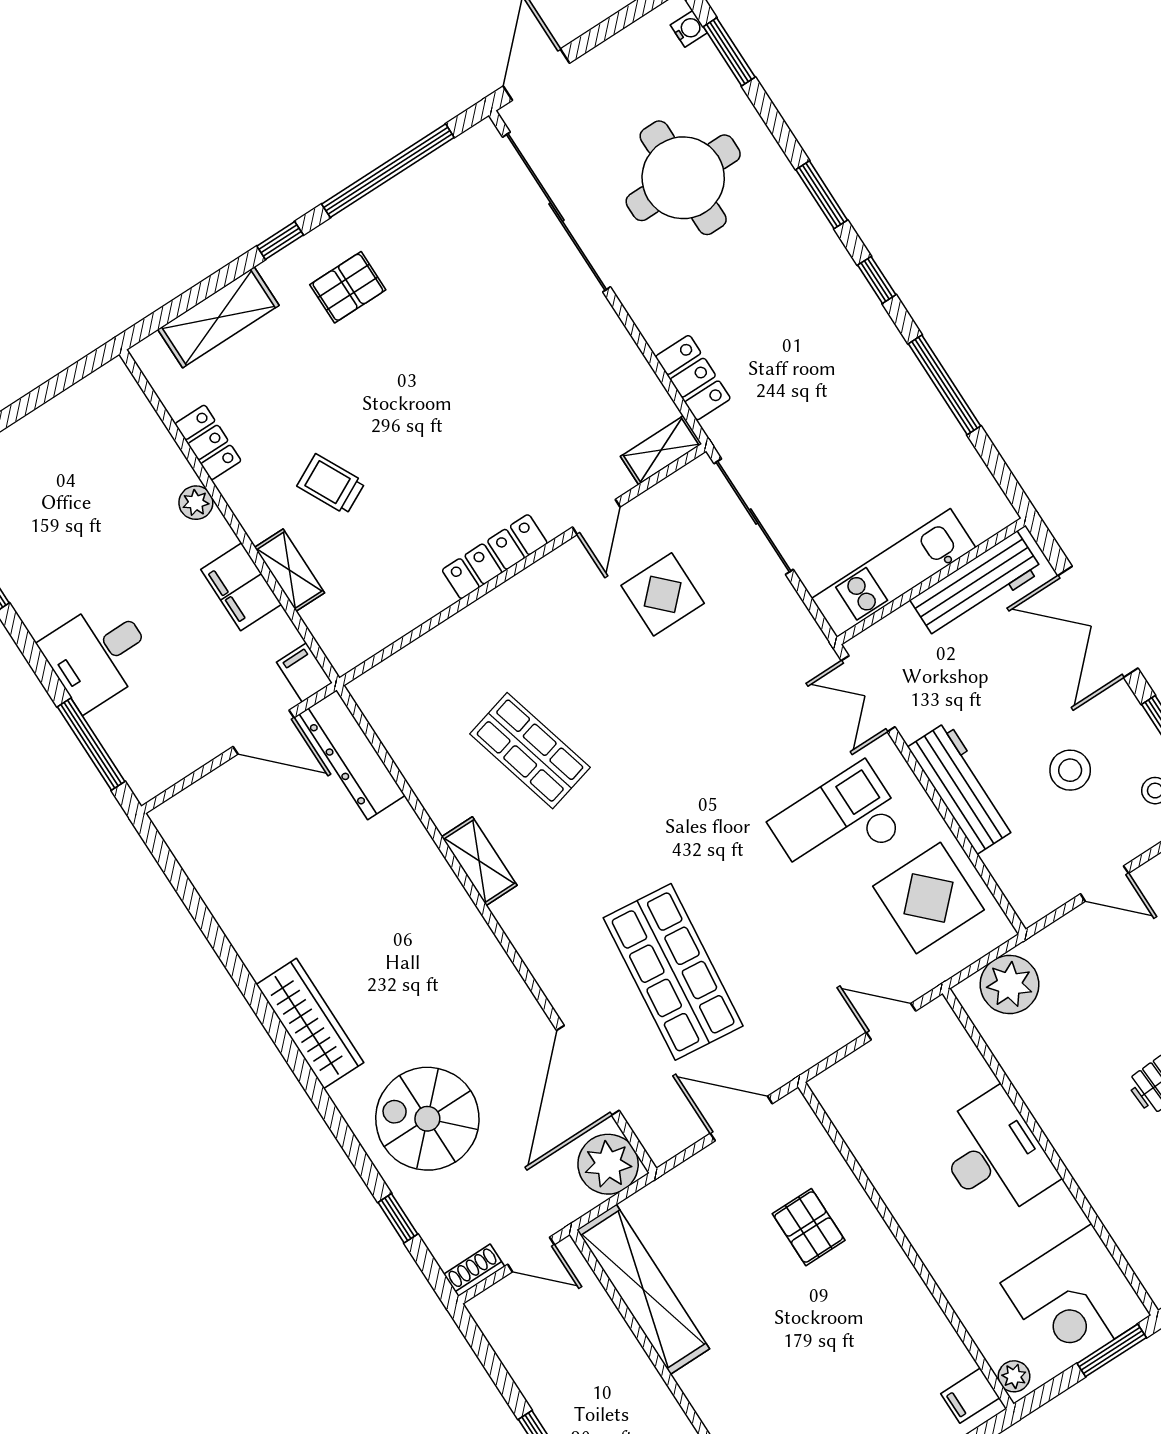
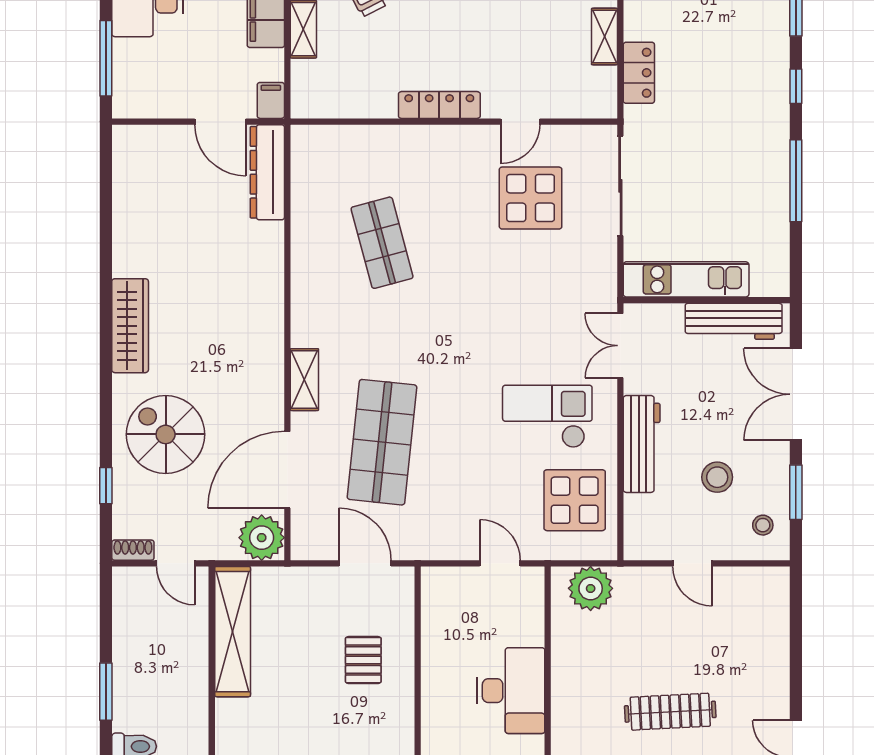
shelving: (661, 450) -> (604, 37), moved, turned 90
display table: (663, 594) -> (531, 198), width x1.36, depth x1.36
shelving: (479, 861) -> (304, 380), moved

